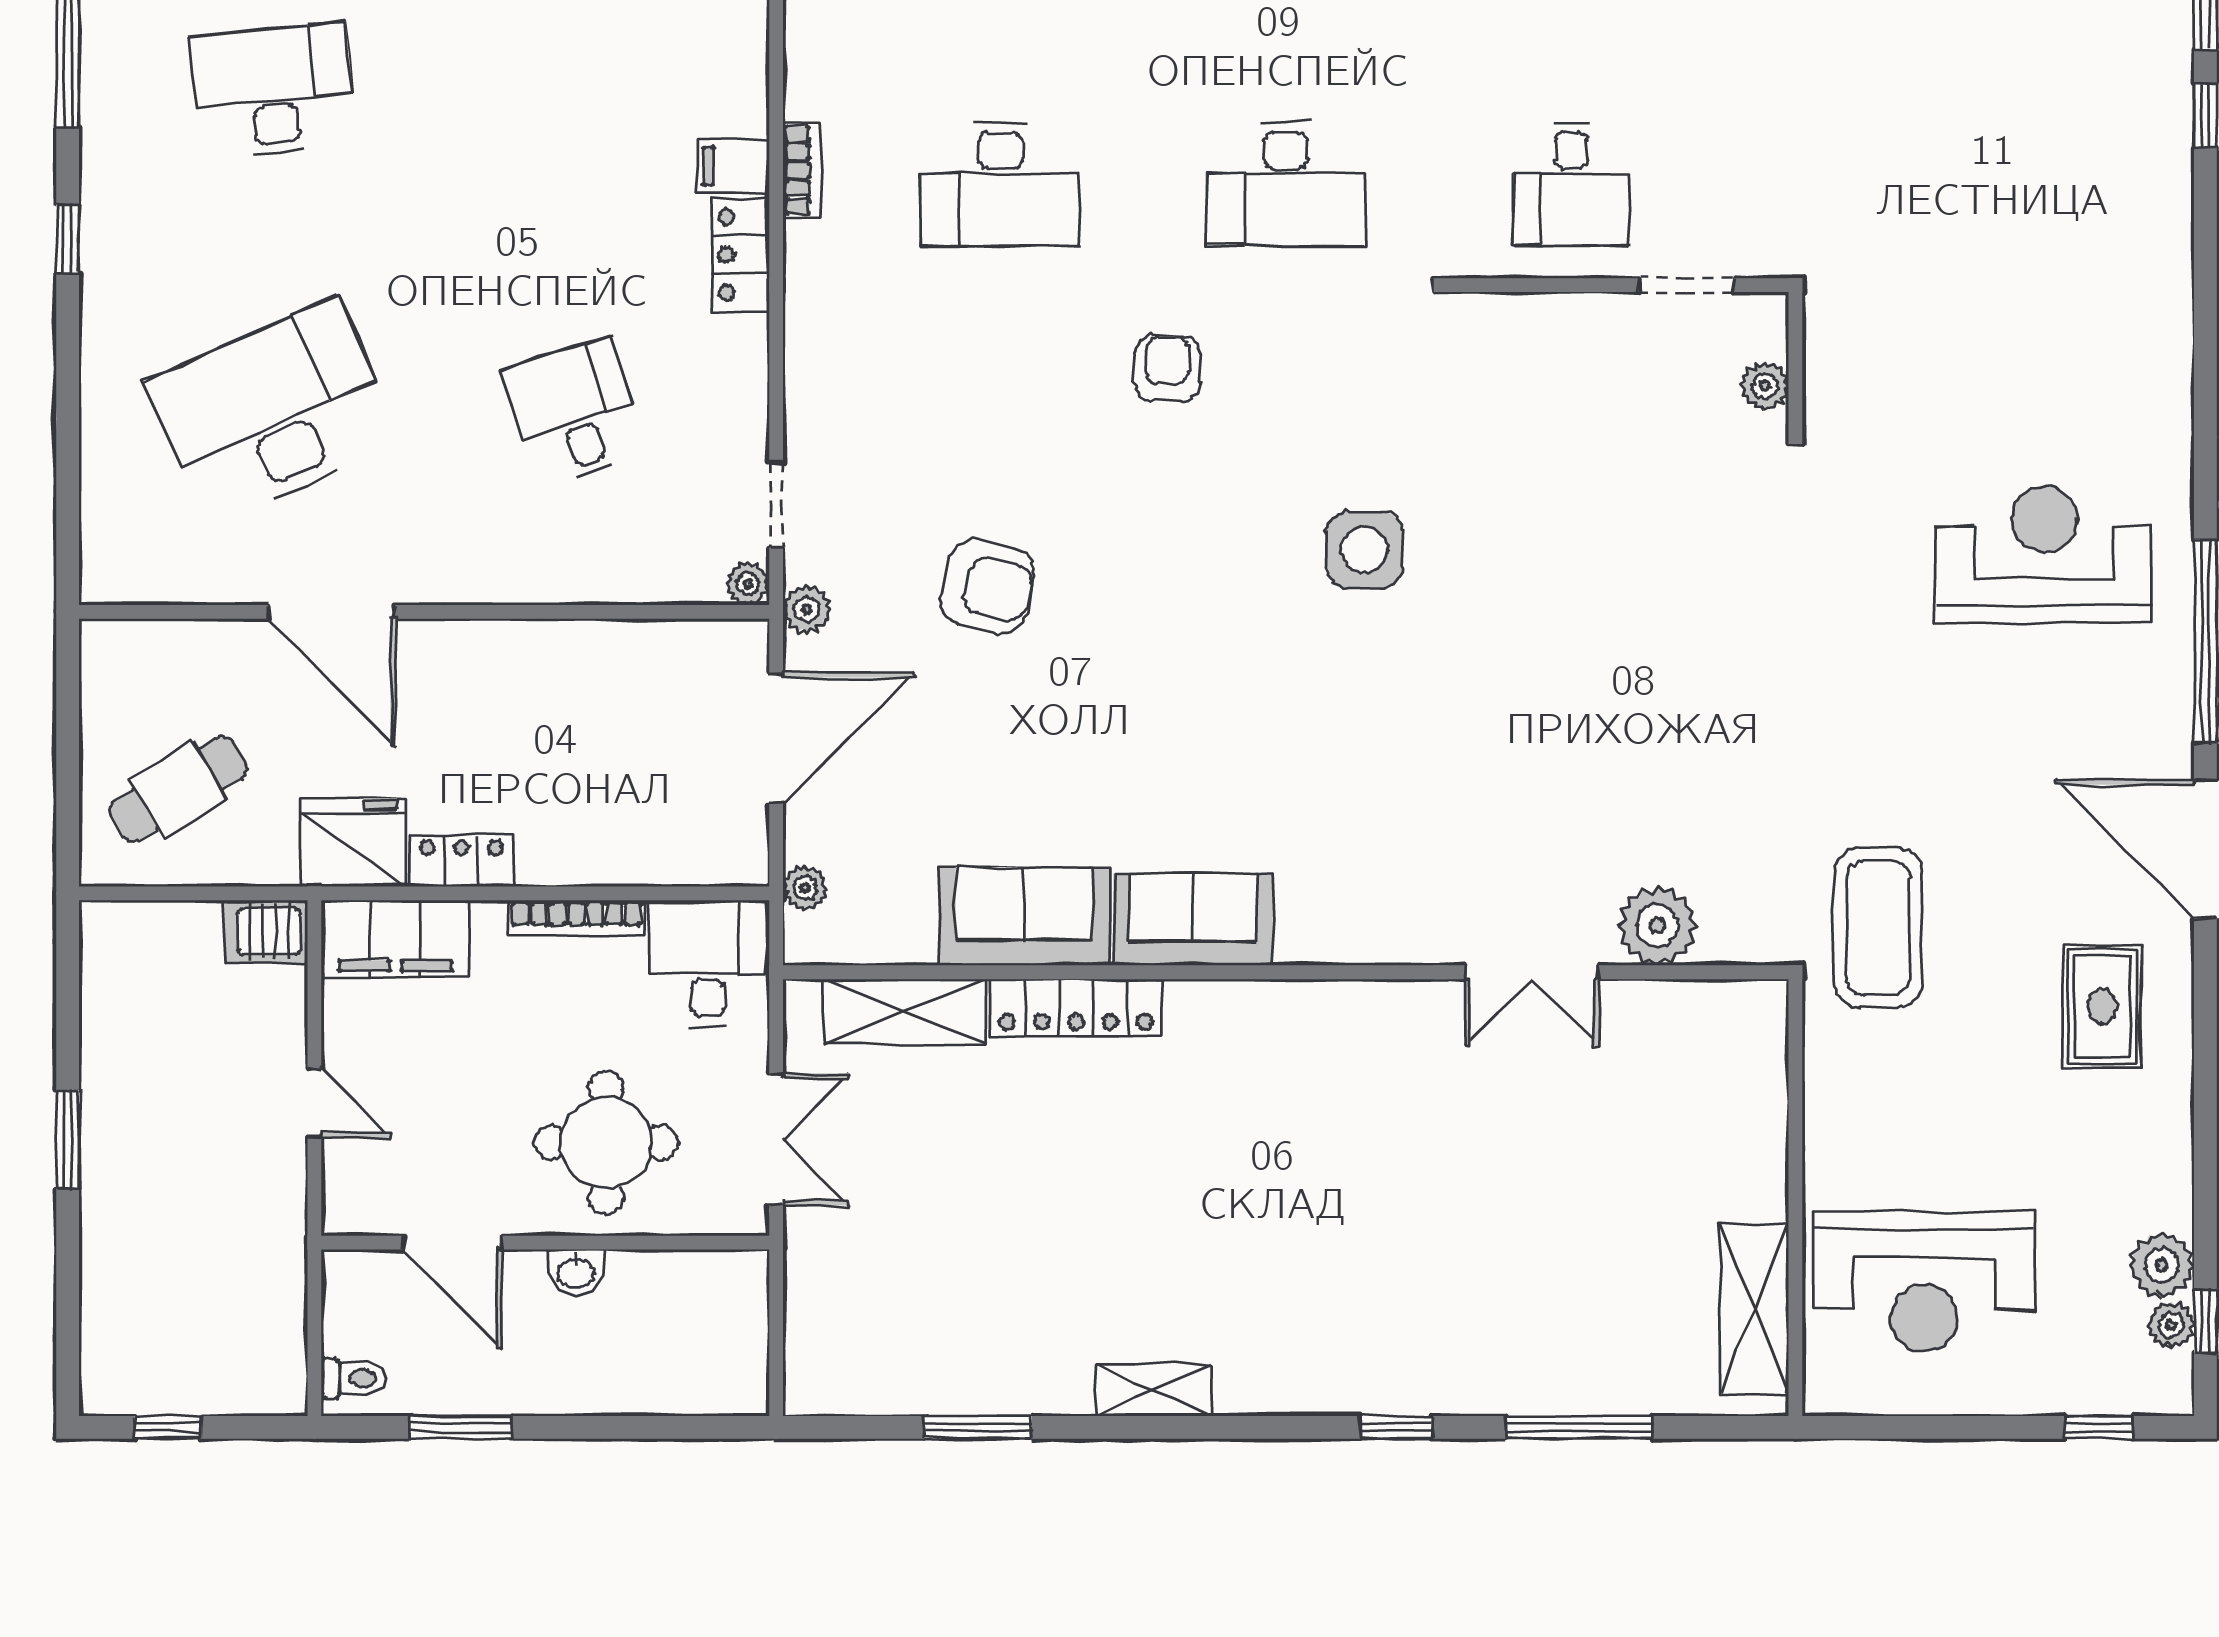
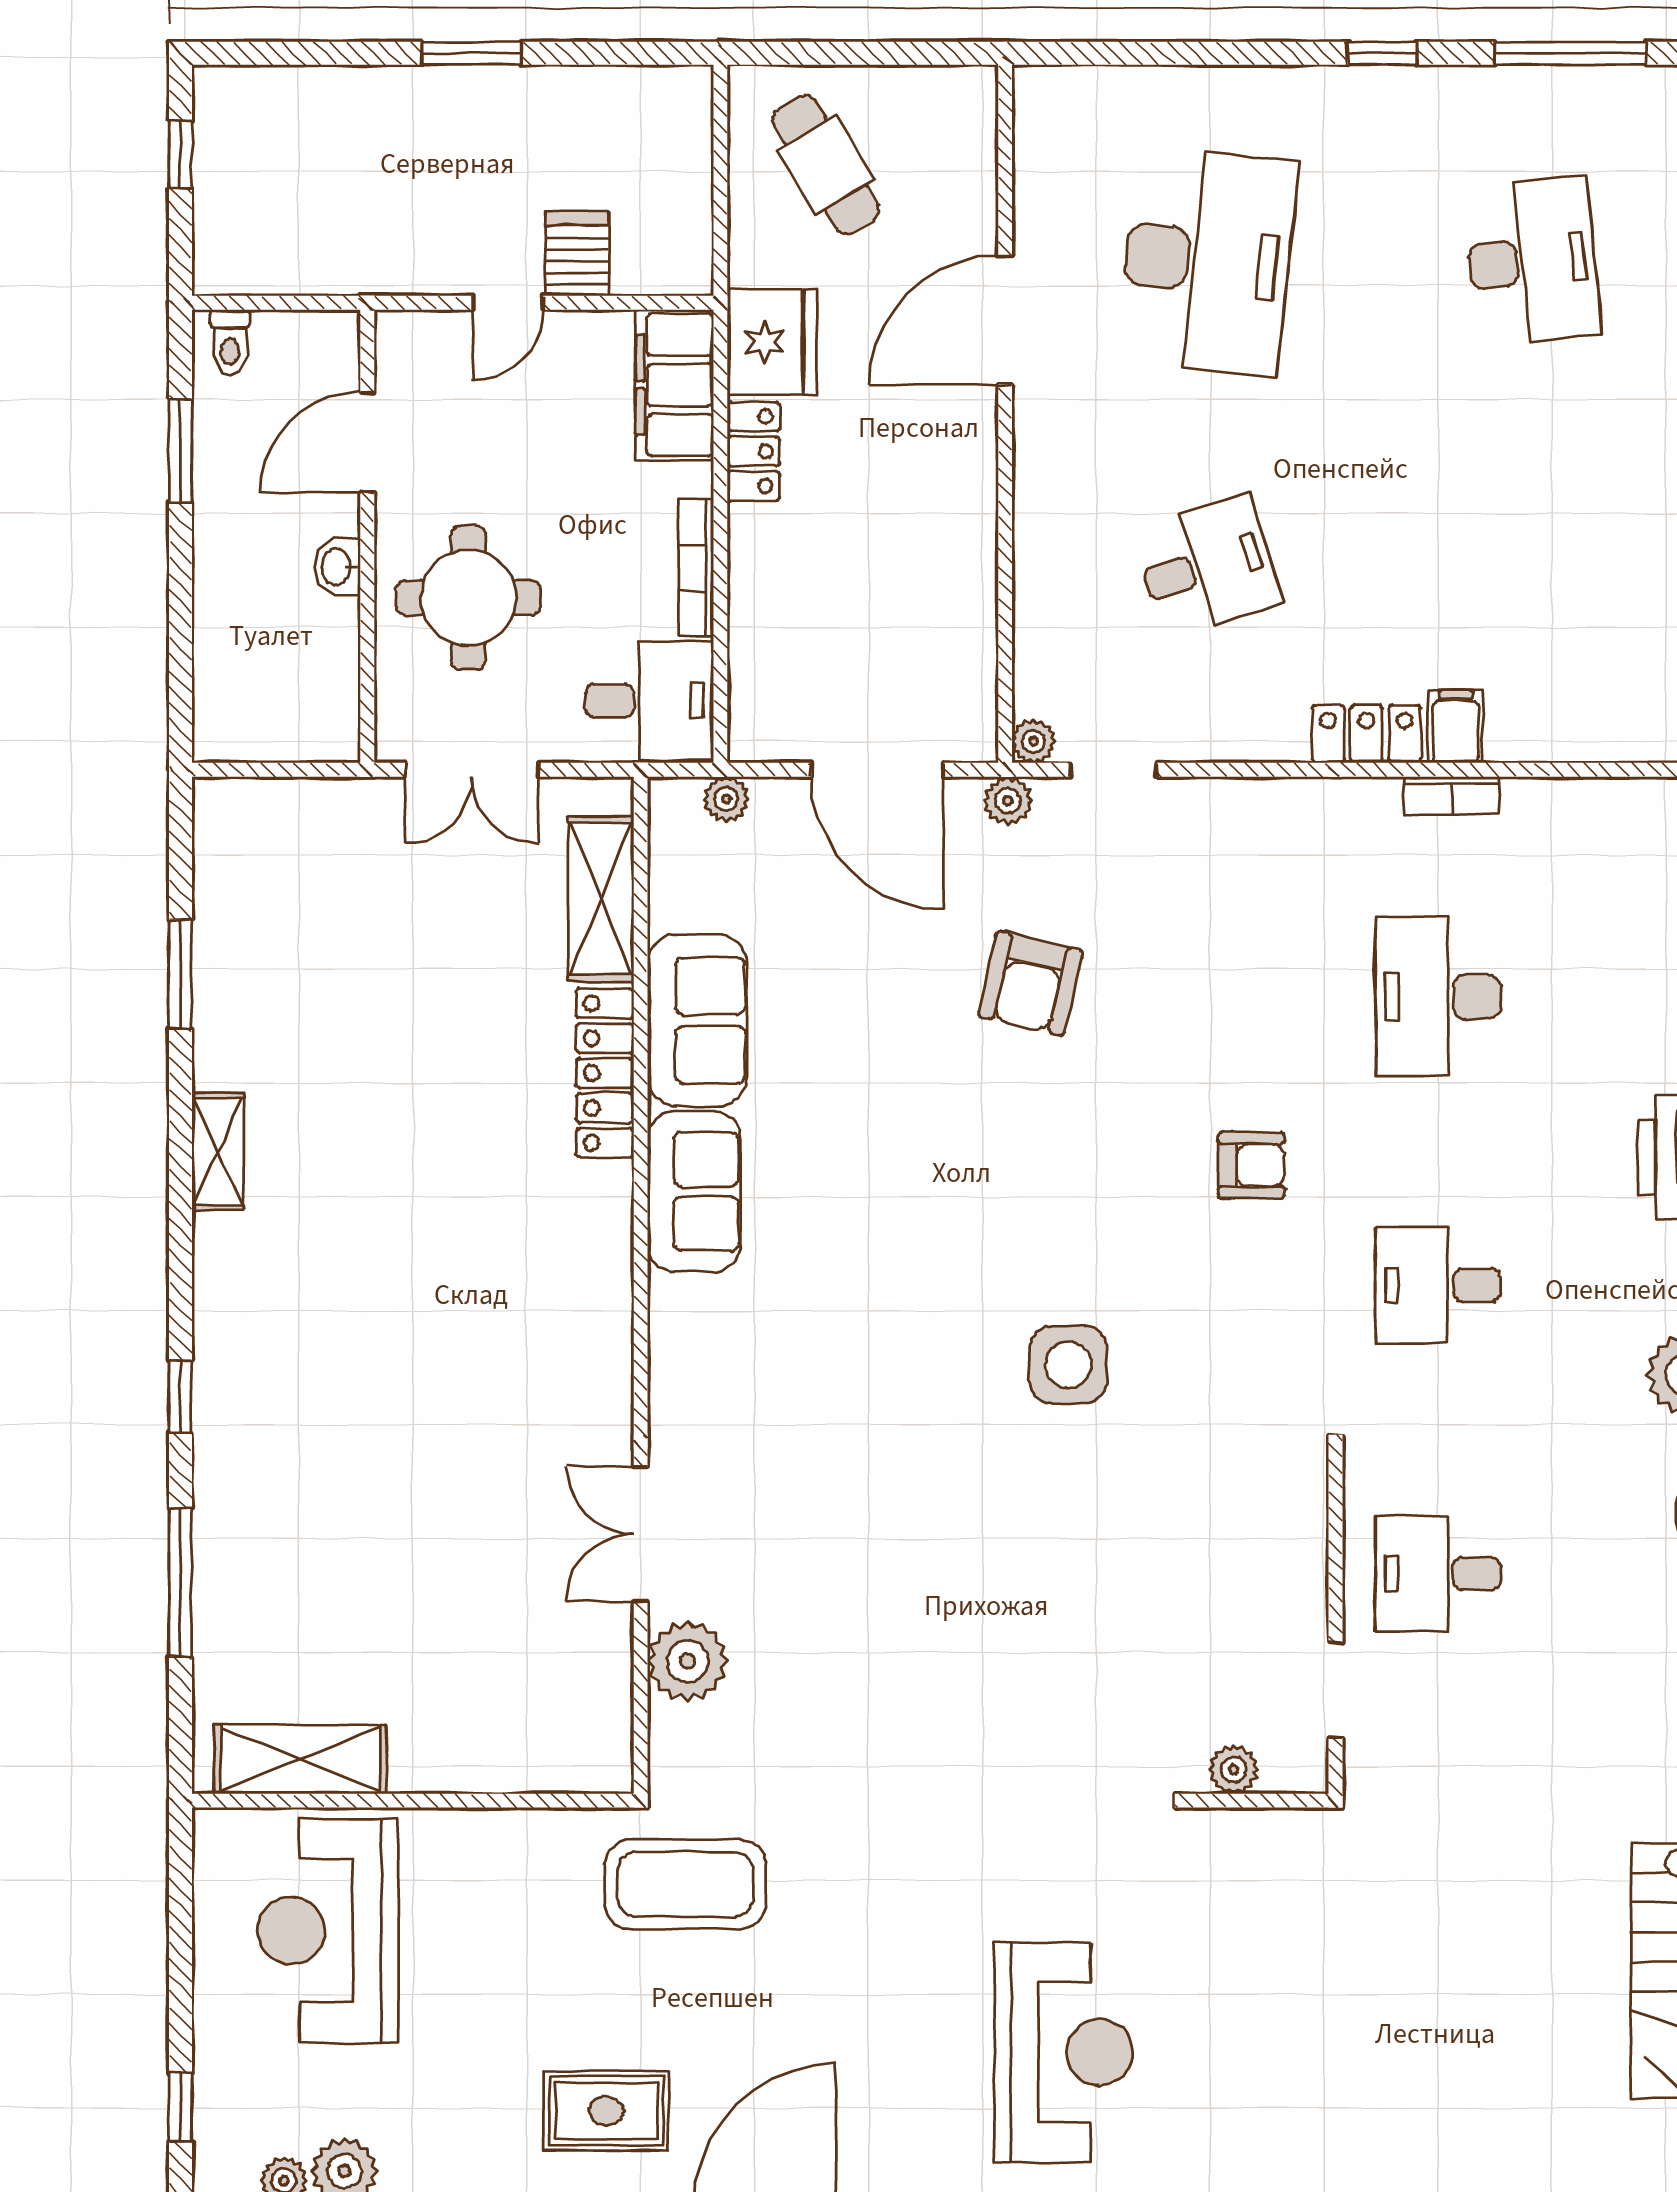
desk: (1286, 184) -> (1438, 1285), width x0.73
desk: (273, 412) -> (1207, 261), turned 30
server rack: (266, 932) -> (577, 254), moved

